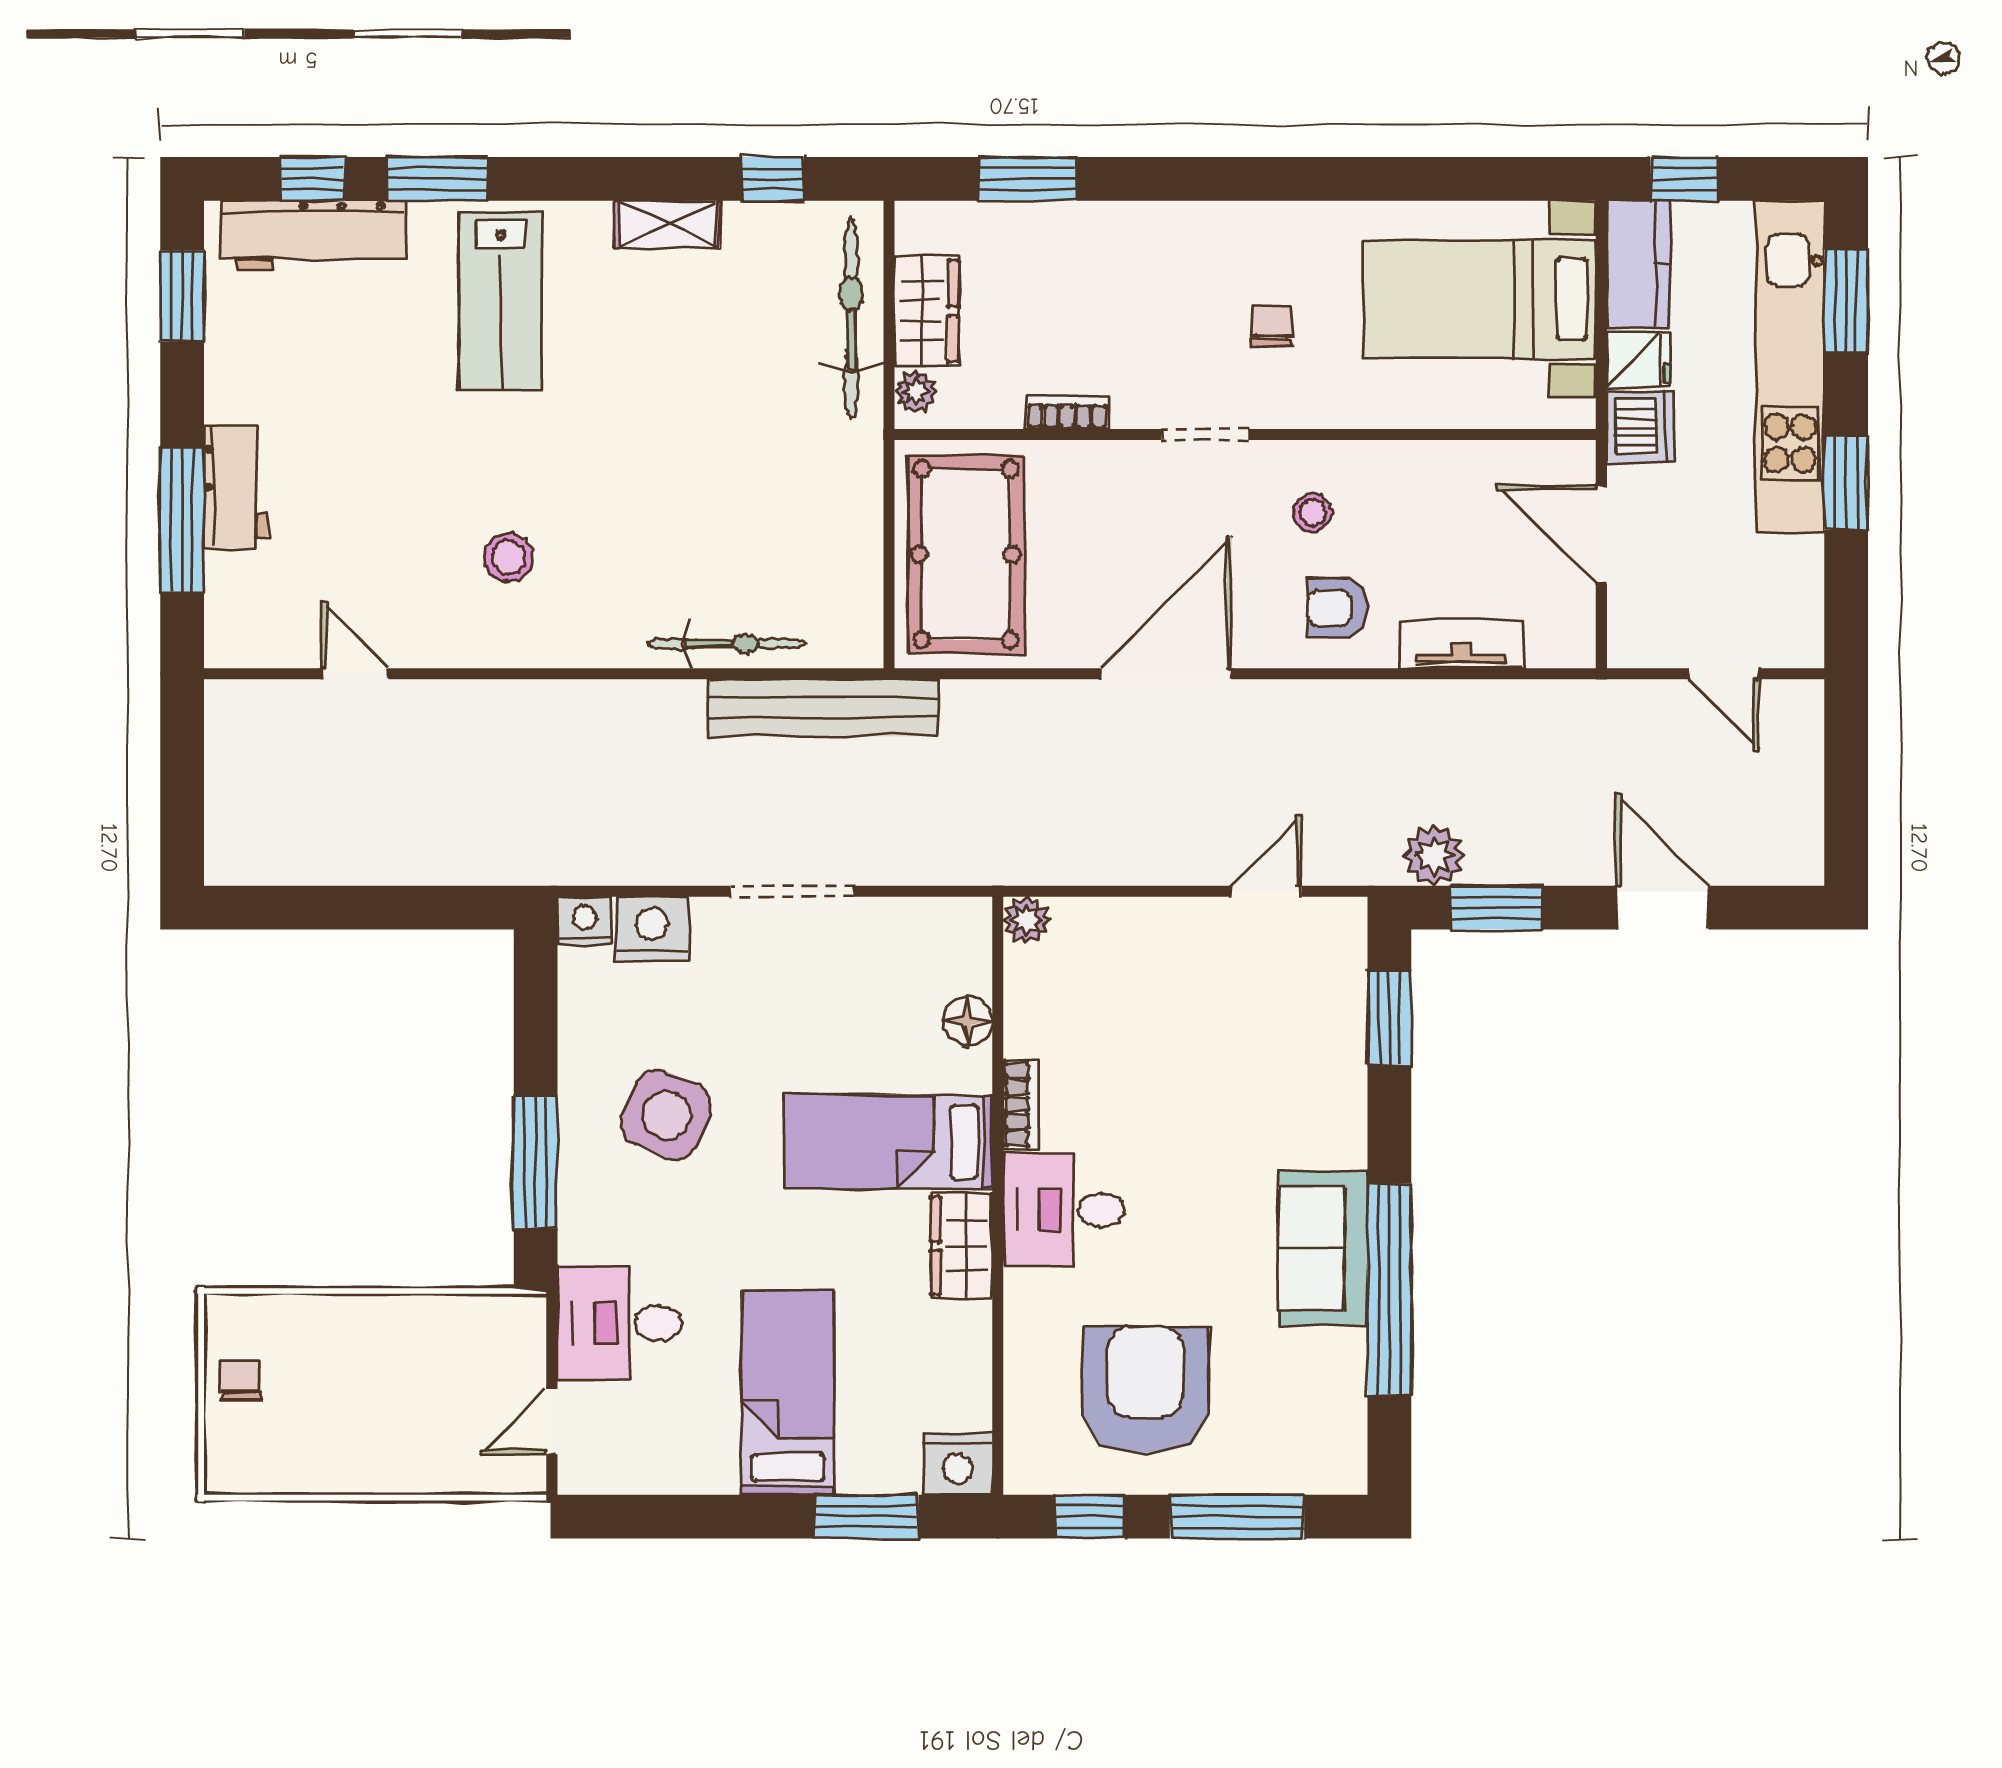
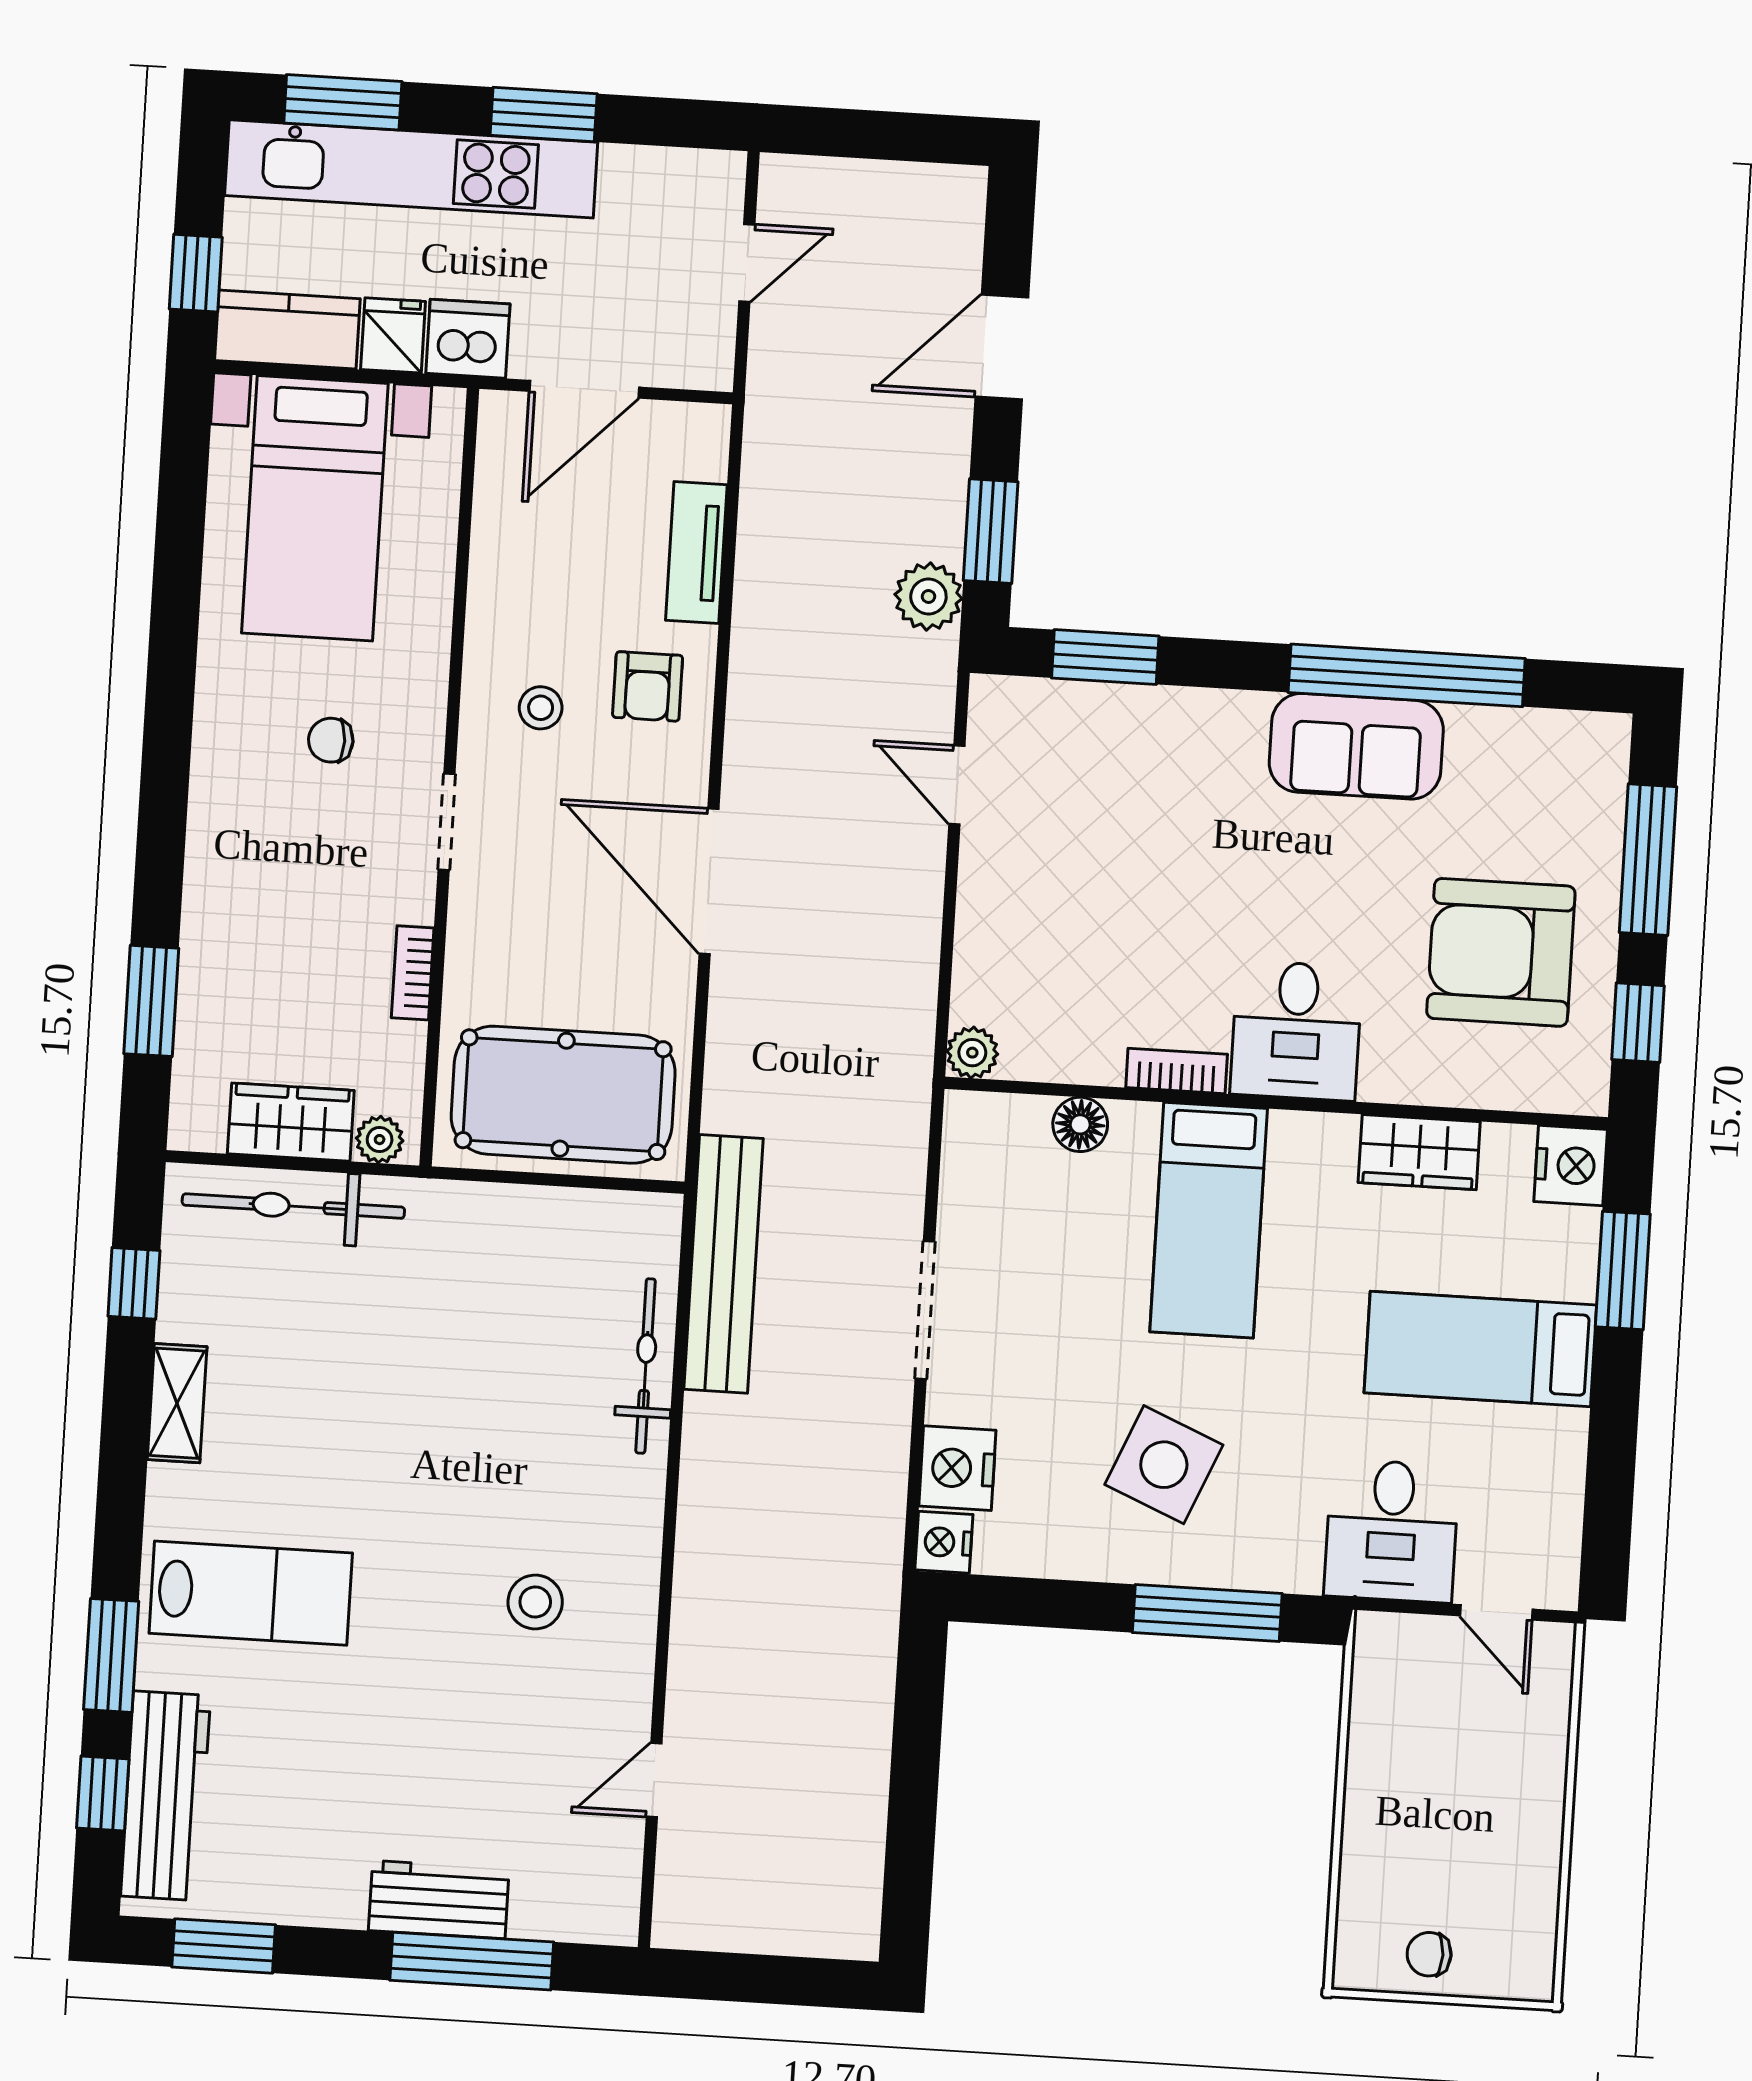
wardrobe: (961, 1246) -> (1419, 1152), moved

